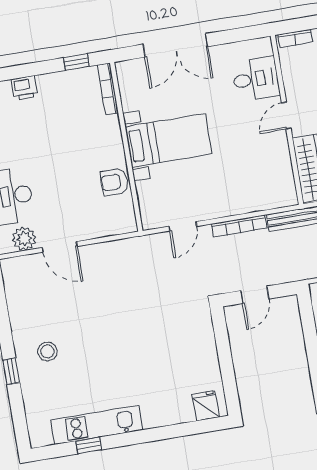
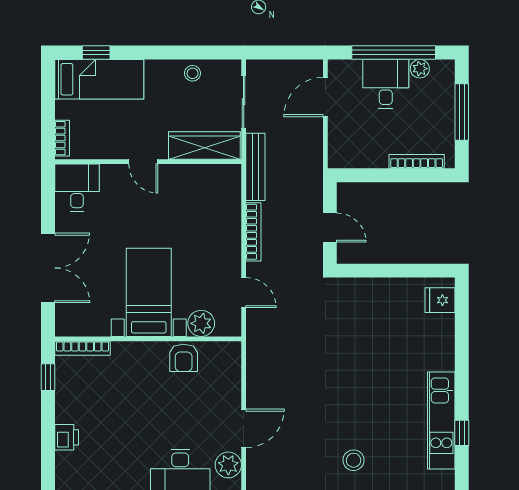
desk: (256, 79) -> (77, 188), moved
plant: (148, 193) -> (201, 323), added

